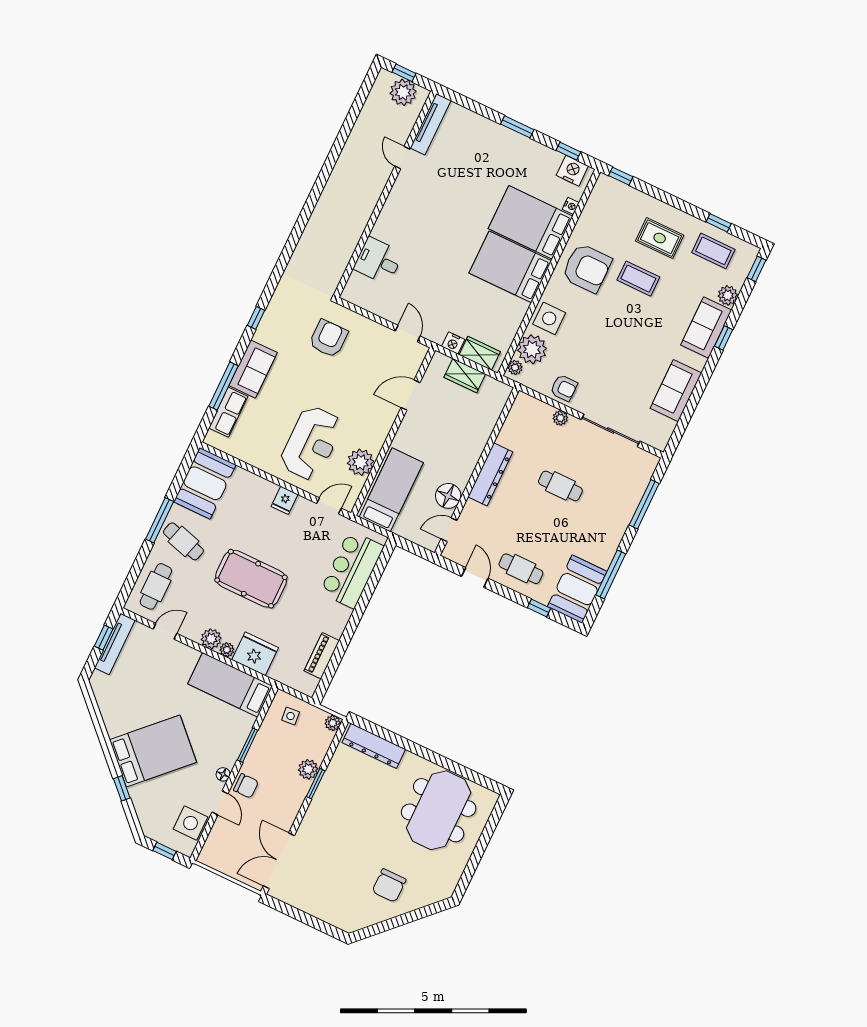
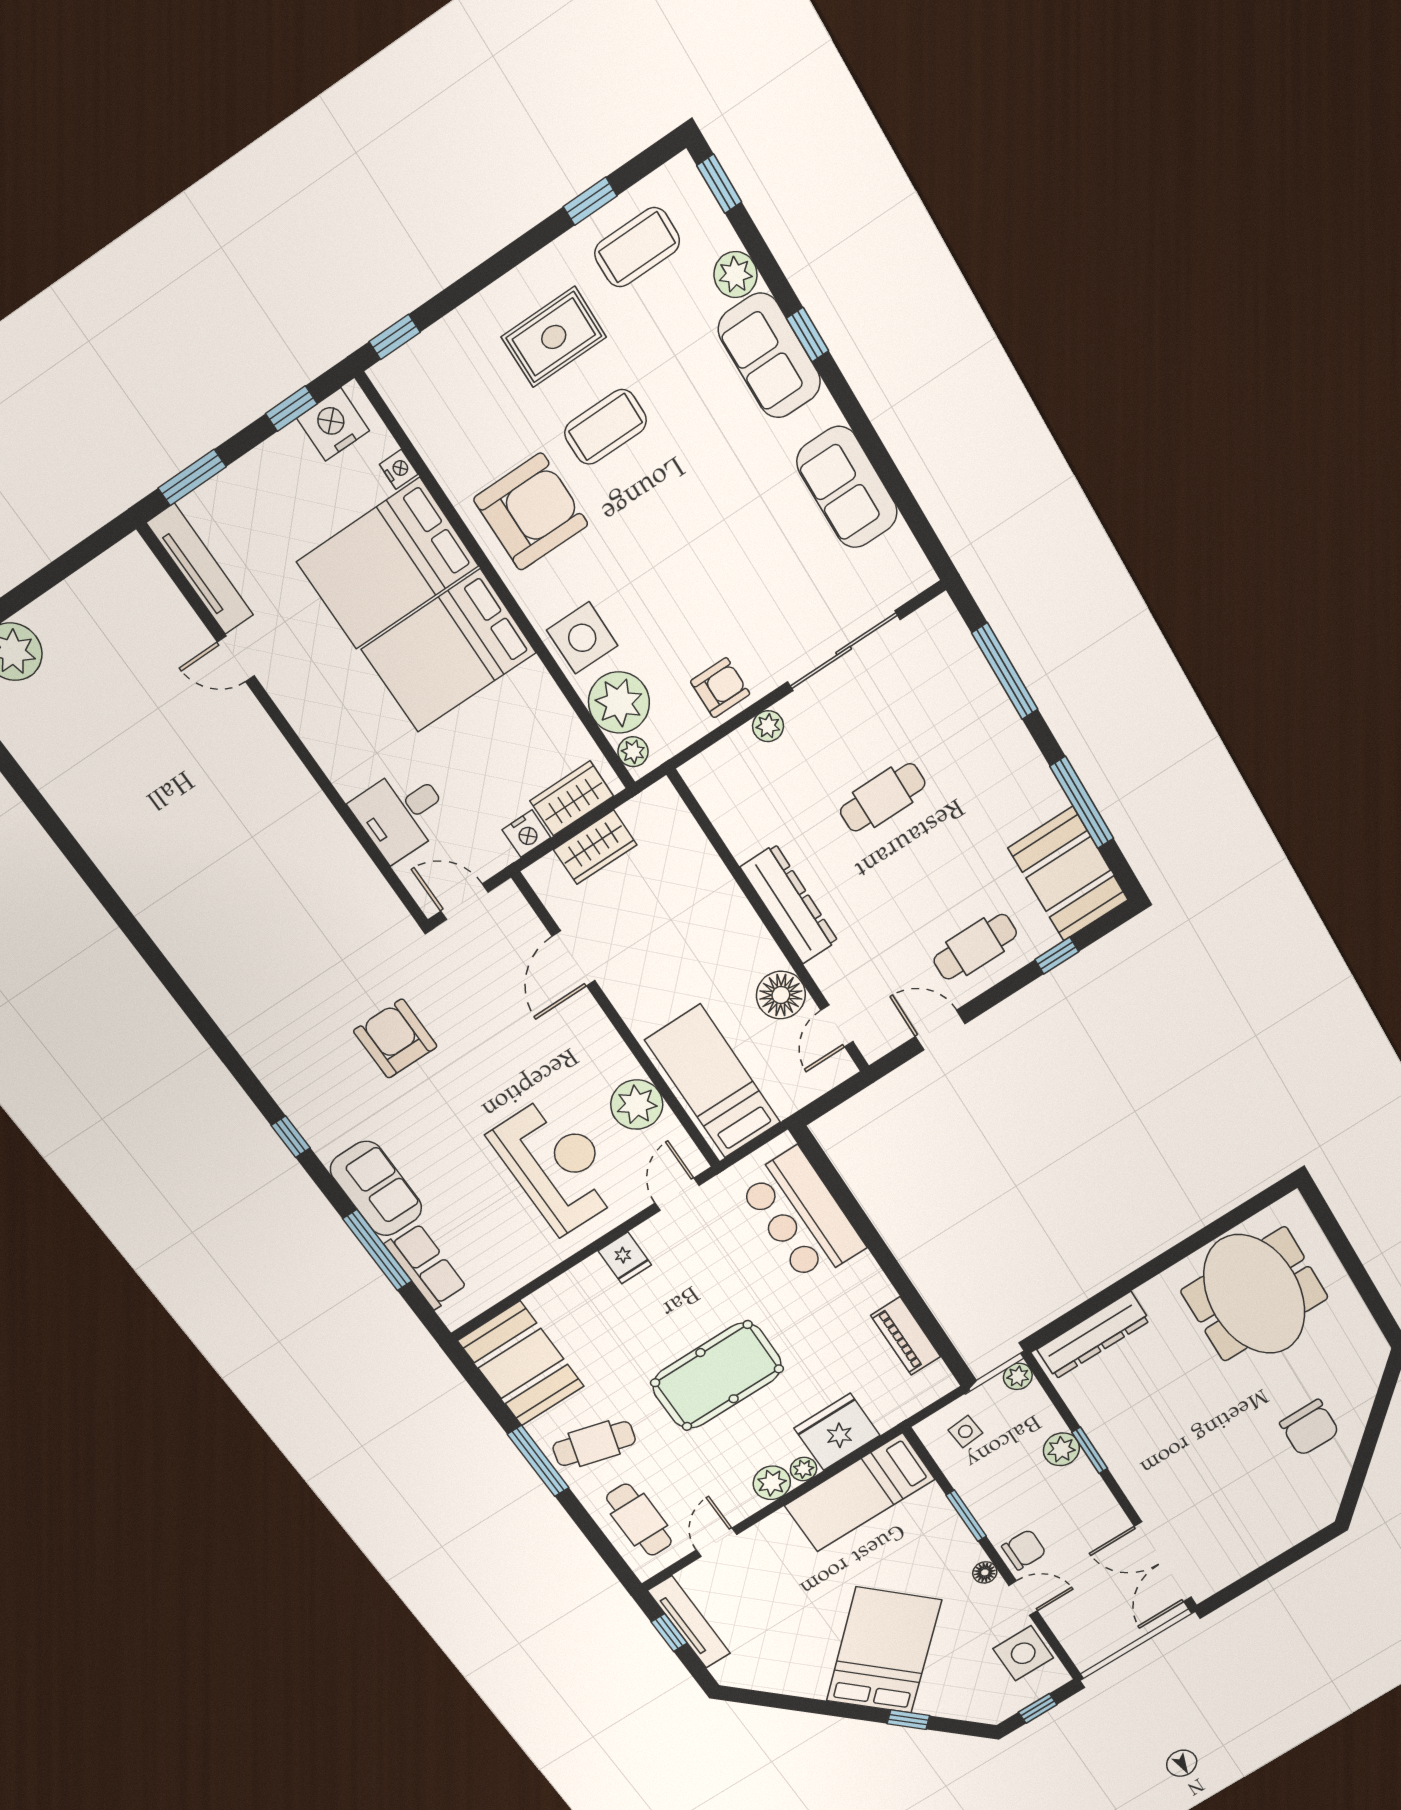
tv unit: (431, 124) -> (200, 569), moved
door: (402, 158) -> (236, 659), moved
wall: (385, 194) -> (287, 731), moved
desk: (378, 261) -> (401, 813), moved

